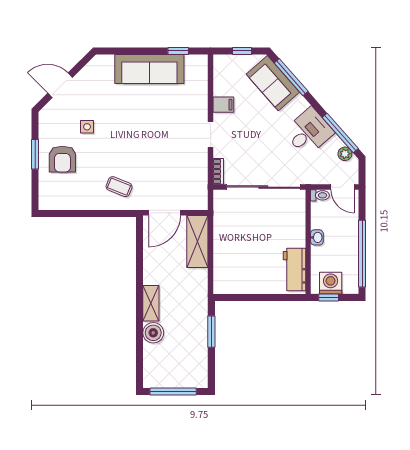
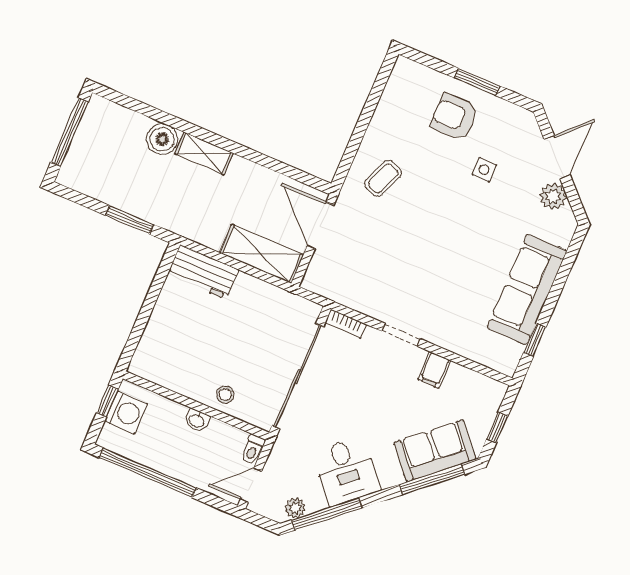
plant: (85, 77) -> (553, 196), added
stool: (294, 227) -> (225, 395), added
workbench: (294, 269) -> (203, 272), moved, turned 180

